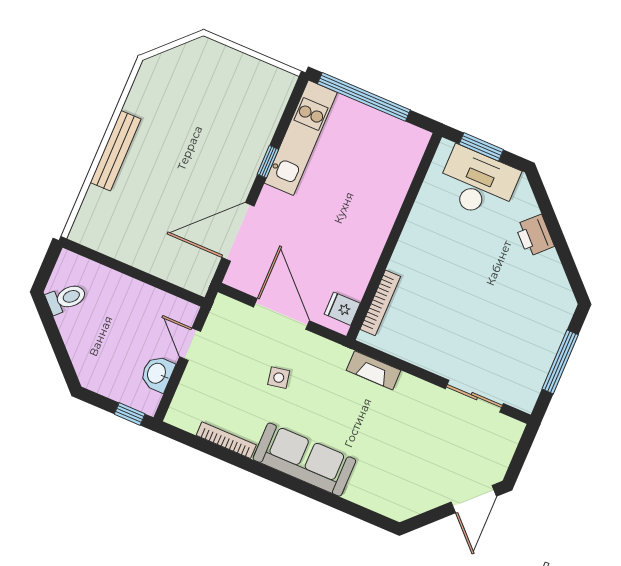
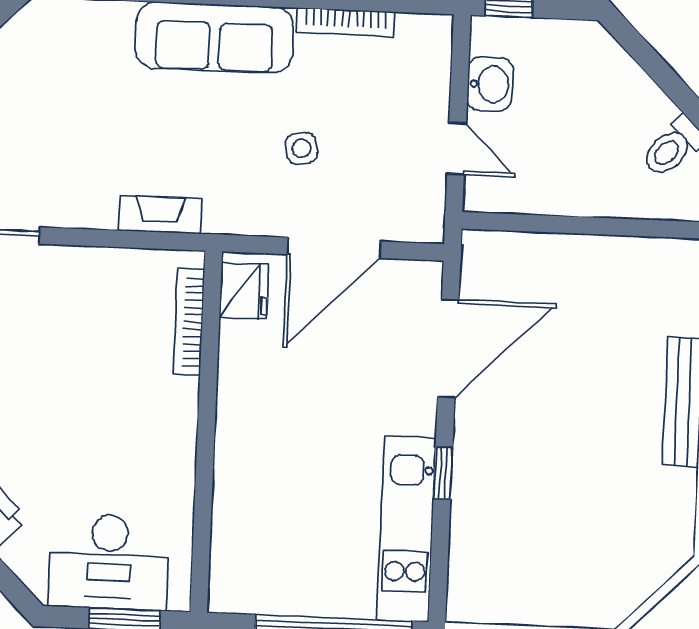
fridge: (342, 309) -> (244, 291), width x1.38
door: (282, 314) -> (334, 248), hinge flipped

